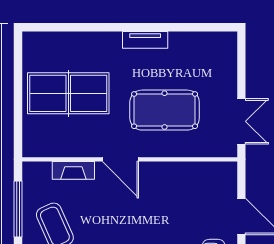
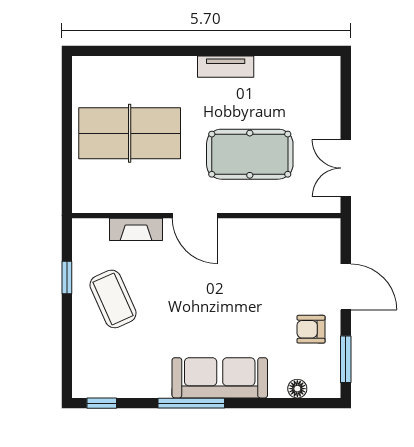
double door: (241, 121) -> (346, 168), swing flipped
window: (18, 209) -> (67, 278), width x0.46

